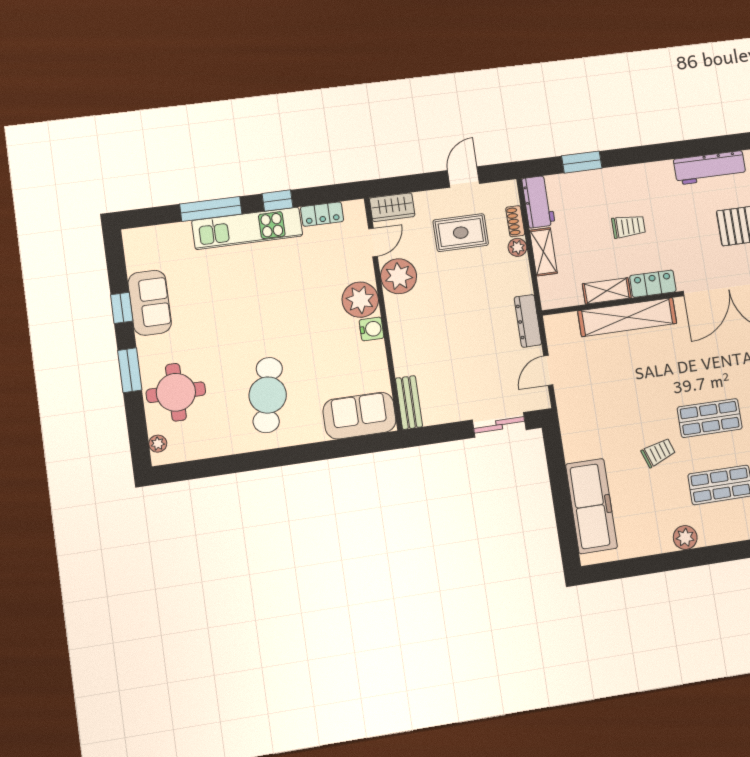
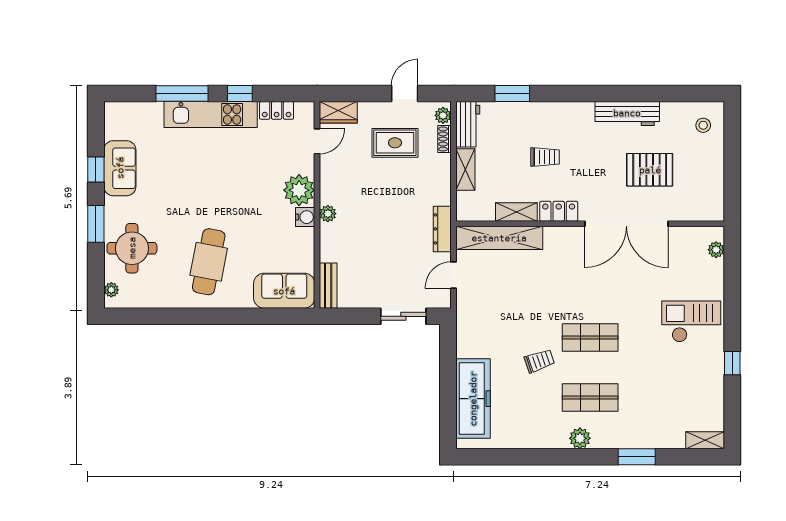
plant: (517, 247) -> (443, 115), moved
plant: (399, 276) -> (328, 214), moved, width x0.53, depth x0.53
shelving: (627, 317) -> (499, 238), moved
plant: (685, 537) -> (580, 438), moved

